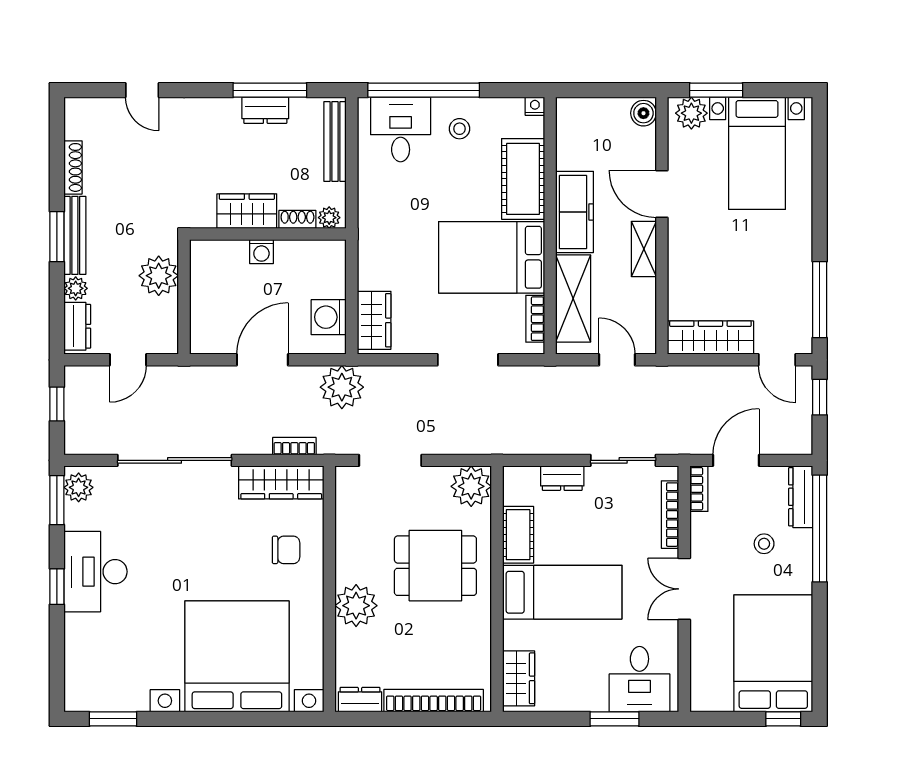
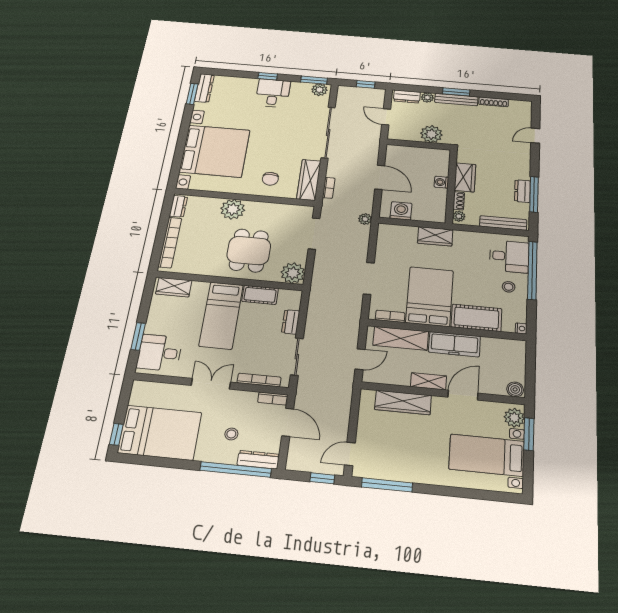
wardrobe: (374, 320) -> (435, 236), moved
wardrobe: (710, 338) -> (403, 402), moved, turned 90
plant: (342, 387) -> (365, 219), width x0.53, depth x0.53
desk: (95, 572) -> (273, 93), width x0.73
dresser: (97, 699) -> (204, 88), added

